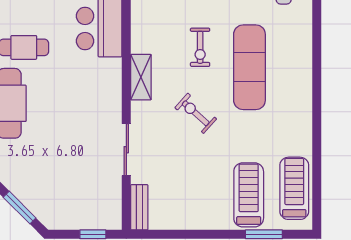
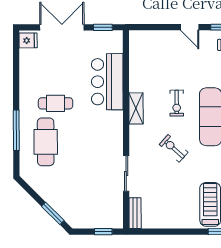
shelving: (141, 77) -> (136, 108), moved

